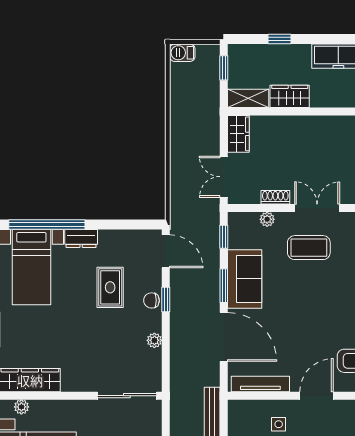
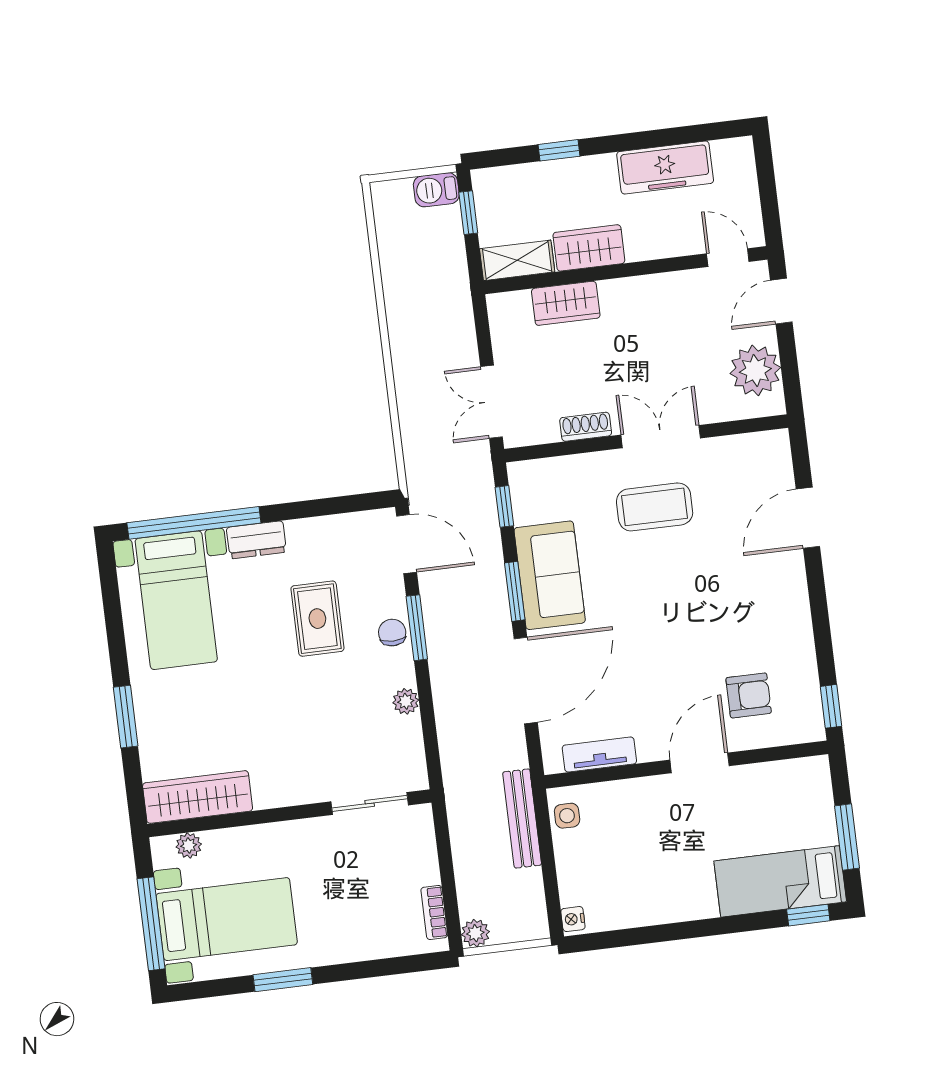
barbecue: (182, 53) -> (436, 190), moved
wardrobe: (238, 134) -> (566, 303), moved, turned 90
plant: (267, 219) -> (576, 467), removed
window: (166, 299) -> (417, 628), width x1.50
chair: (152, 300) -> (392, 633), turned 90
door: (224, 337) -> (526, 681), hinge flipped
tv unit: (260, 384) -> (599, 754), width x0.71
sliding door: (127, 396) -> (370, 803), width x0.73
side table: (279, 424) -> (567, 816), moved

